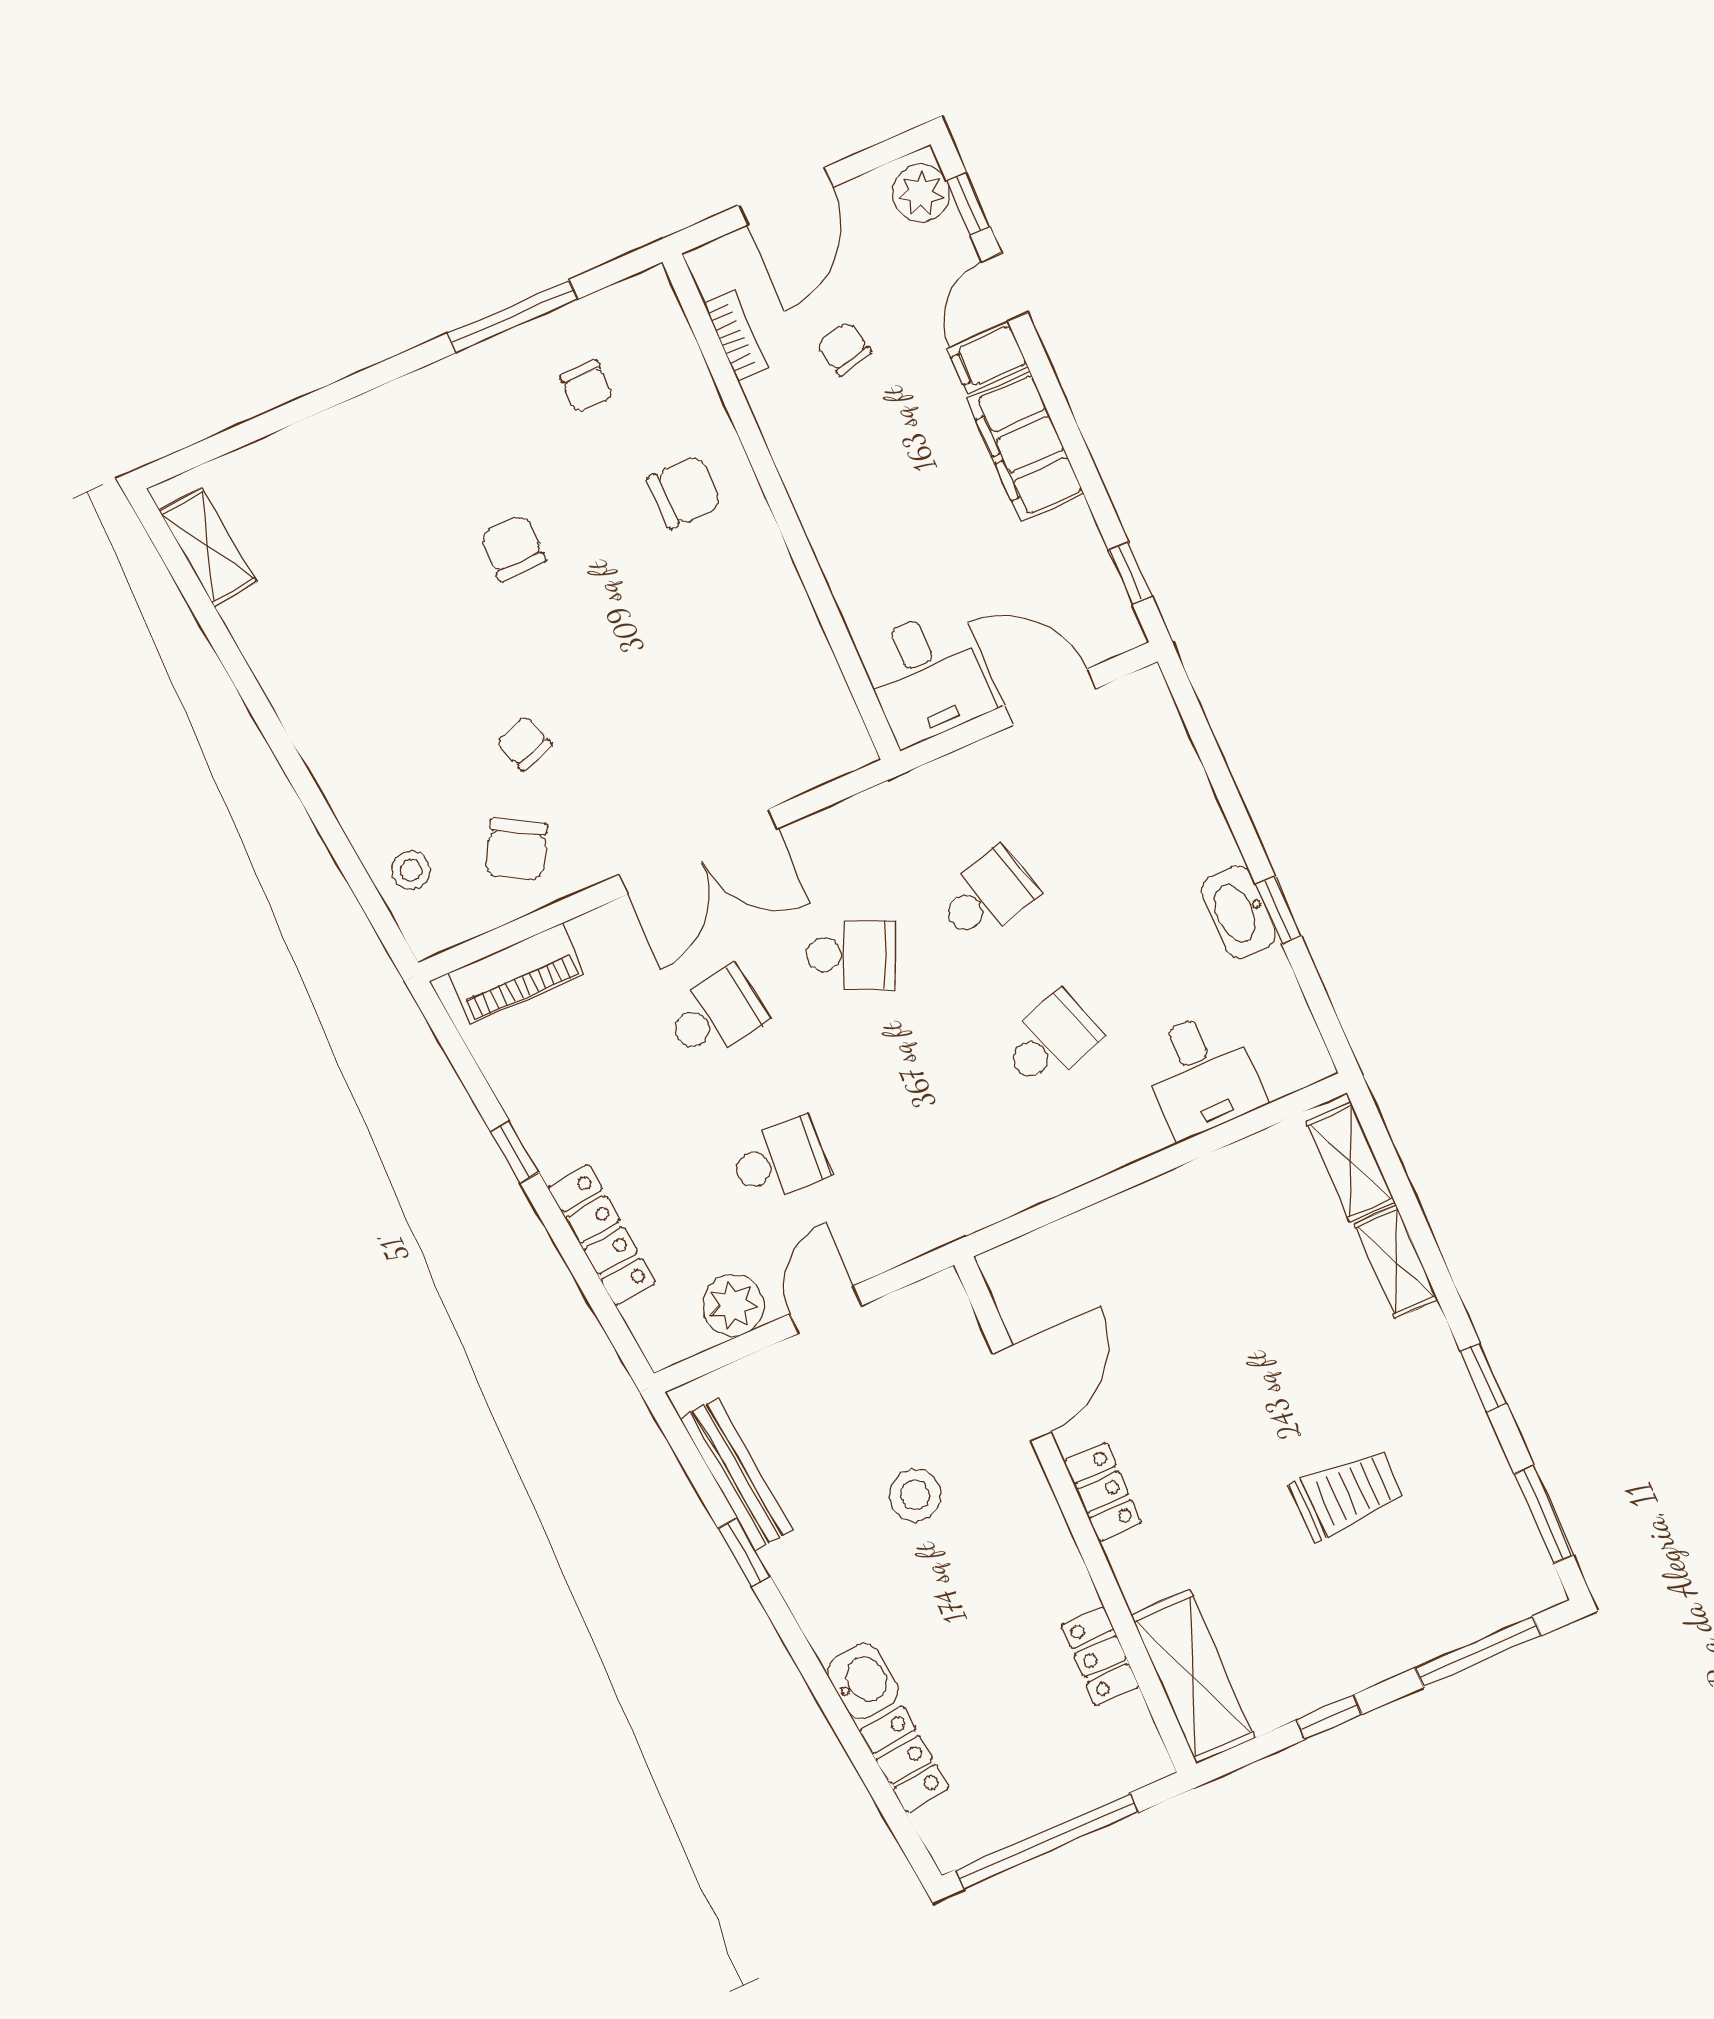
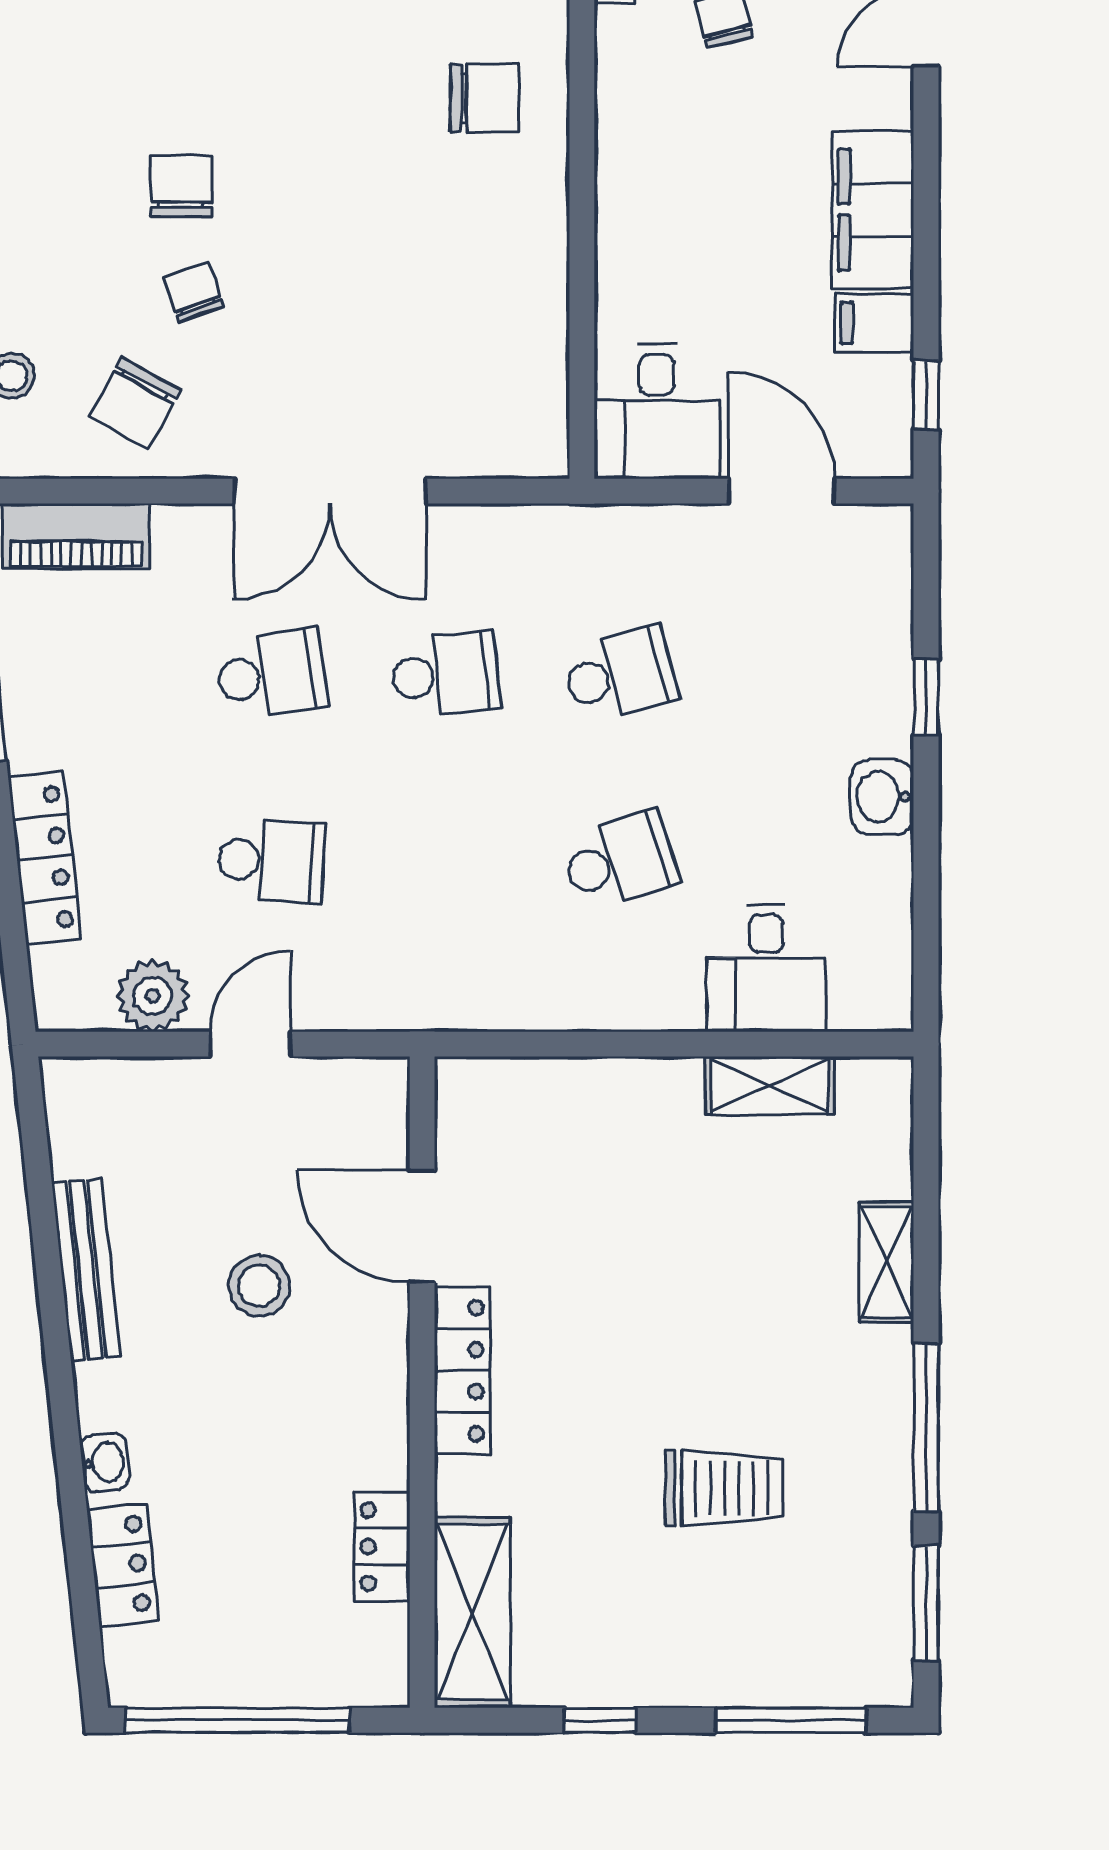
filing cabinet: (988, 358) -> (874, 323), moved
chair: (513, 548) -> (181, 186), moved
window: (1278, 910) -> (926, 697), moved
washbasin: (1238, 912) -> (882, 797), width x0.72
school desk: (851, 955) -> (445, 674), turned -30
shelving: (1350, 1162) -> (770, 1085), moved, turned 90
window: (1483, 1377) -> (926, 1428), width x2.17
door: (1022, 1393) -> (422, 1226), swing flipped
bench: (736, 1474) -> (86, 1270), moved
locker: (1102, 1492) -> (462, 1371), width x1.53
window: (744, 1552) -> (48, 1266), removed
washbasin: (863, 1681) -> (105, 1462), width x0.72, depth x0.69

